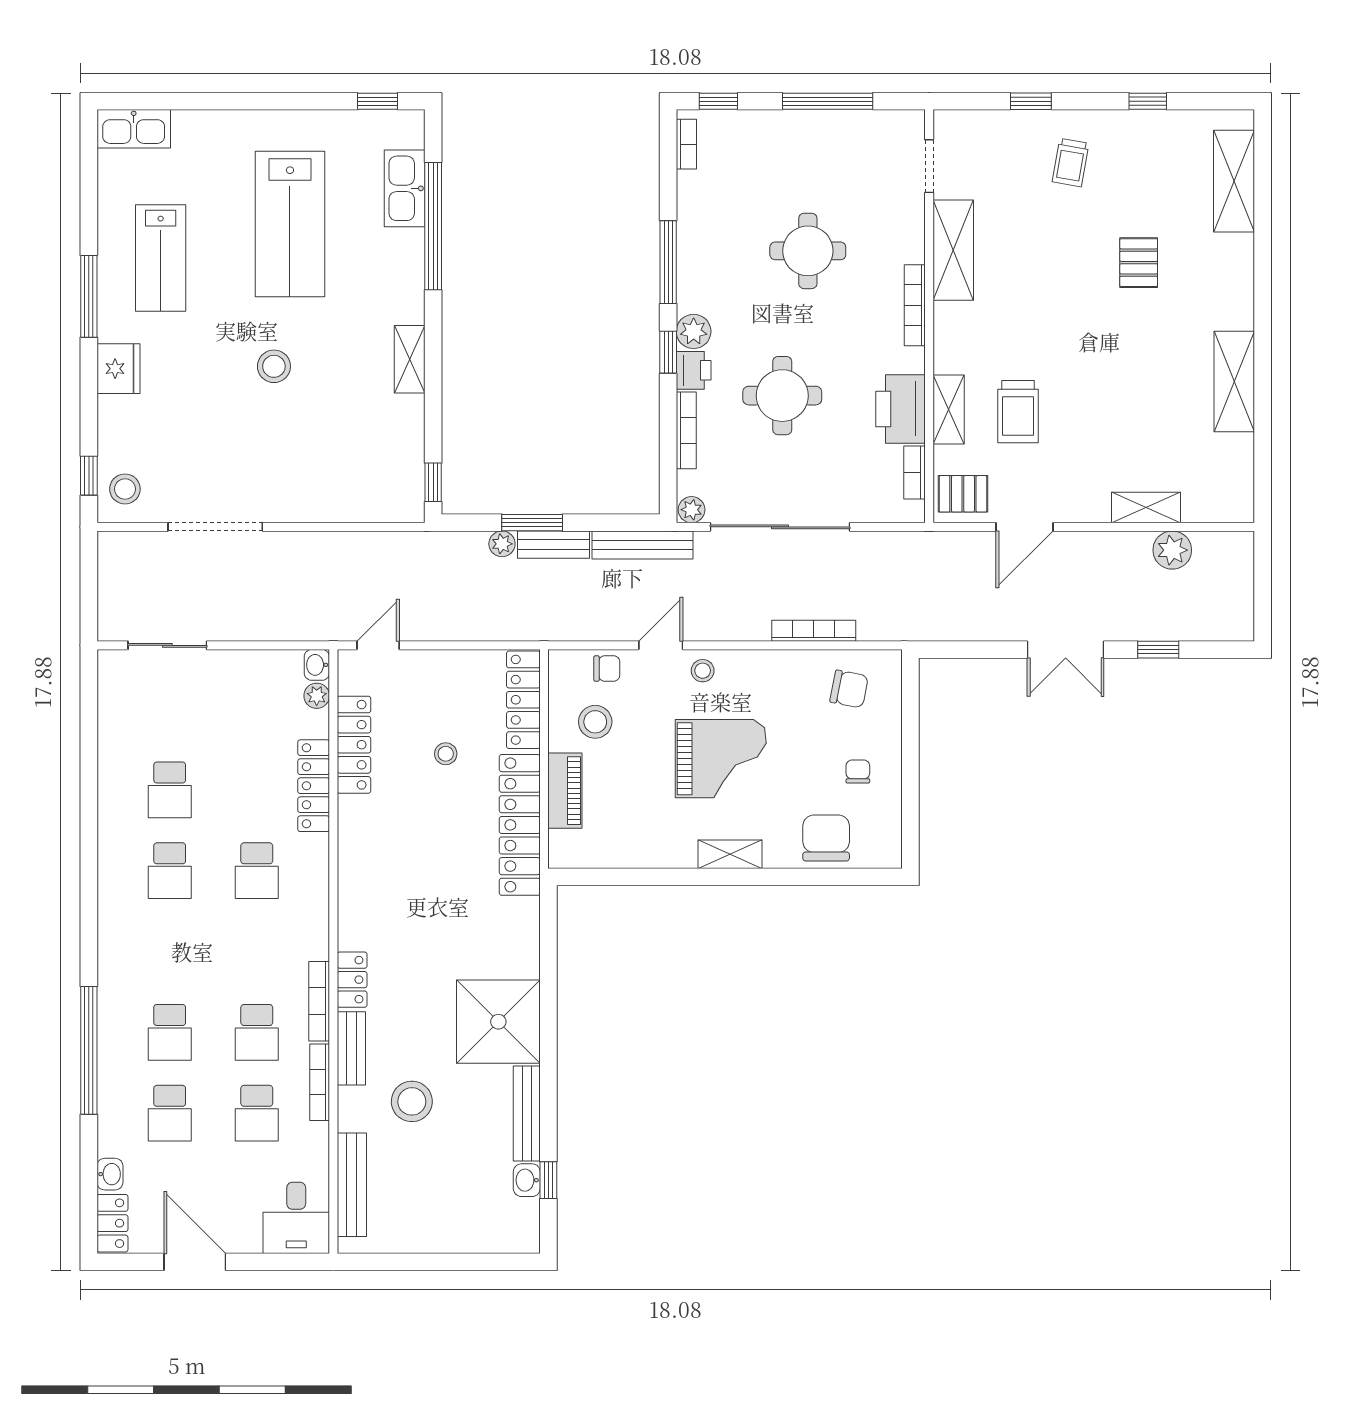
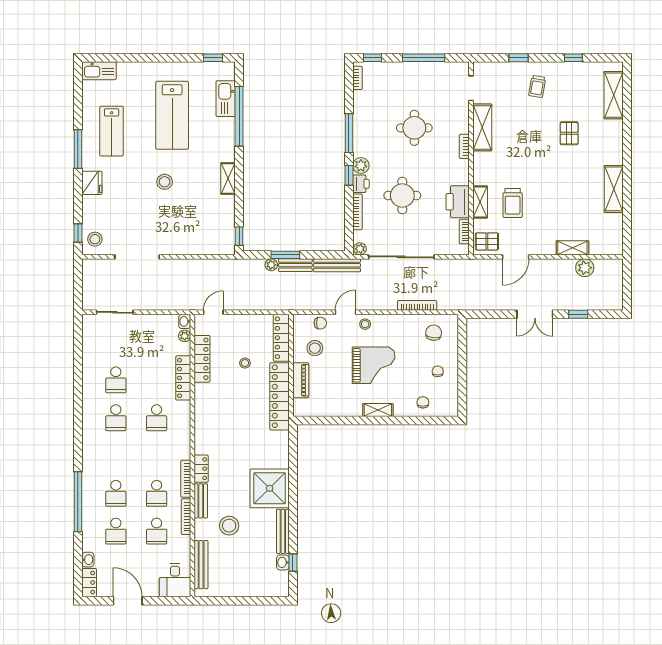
bookcase: (915, 305) -> (464, 146), width x0.64
chair: (849, 689) -> (434, 333), turned -95
chair: (826, 838) -> (423, 402), width x0.54, depth x0.54

